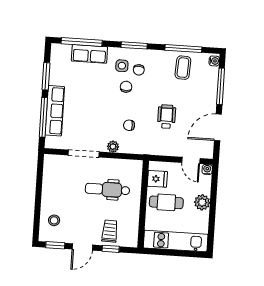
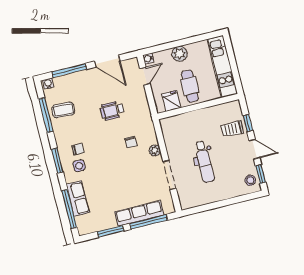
chair: (126, 87) -> (97, 156), removed
dental chair: (107, 190) -> (204, 162), moved
stool: (54, 220) -> (250, 180), moved

